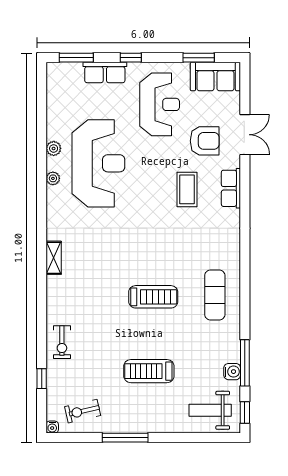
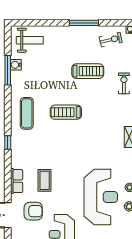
armchair: (205, 141) -> (33, 211), turned 180
reception desk: (98, 163) -> (101, 197), turned 180
treadmill: (149, 371) -> (88, 71), moved
window: (245, 412) -> (8, 142), moved

